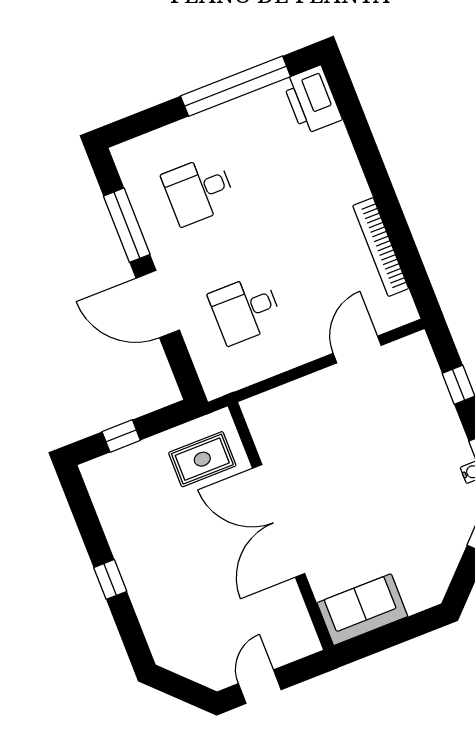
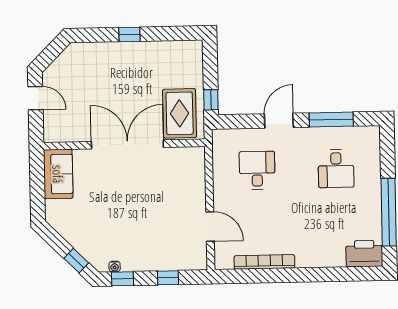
desk: (199, 190) -> (336, 169), turned 180
door: (158, 304) -> (279, 121), width x0.73
window: (121, 436) -> (211, 100), moved
rug: (202, 459) -> (180, 113), width x1.36, depth x1.43

